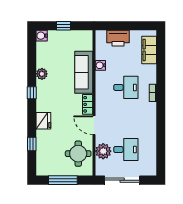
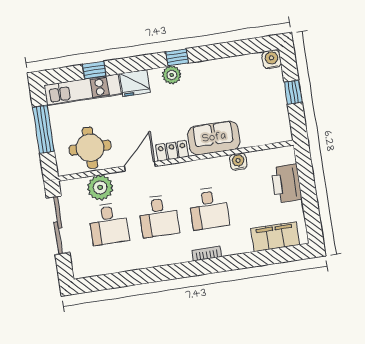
sofa: (84, 72) -> (214, 138), width x0.73
plant: (42, 74) -> (172, 75), moved
desk: (126, 118) -> (159, 216), added
kitchen unit: (43, 153) -> (83, 90), added

